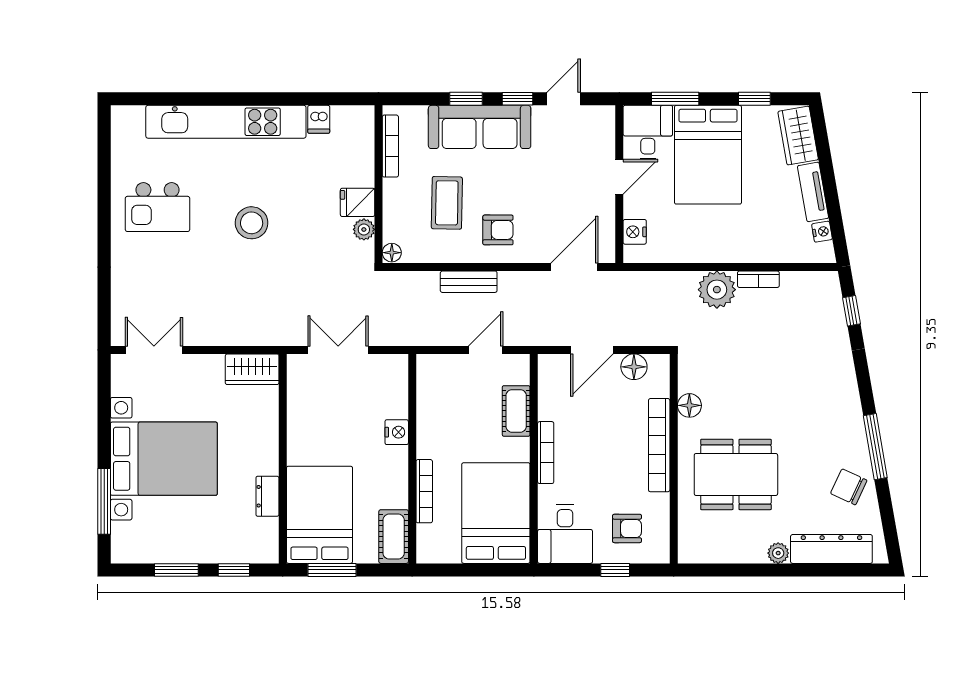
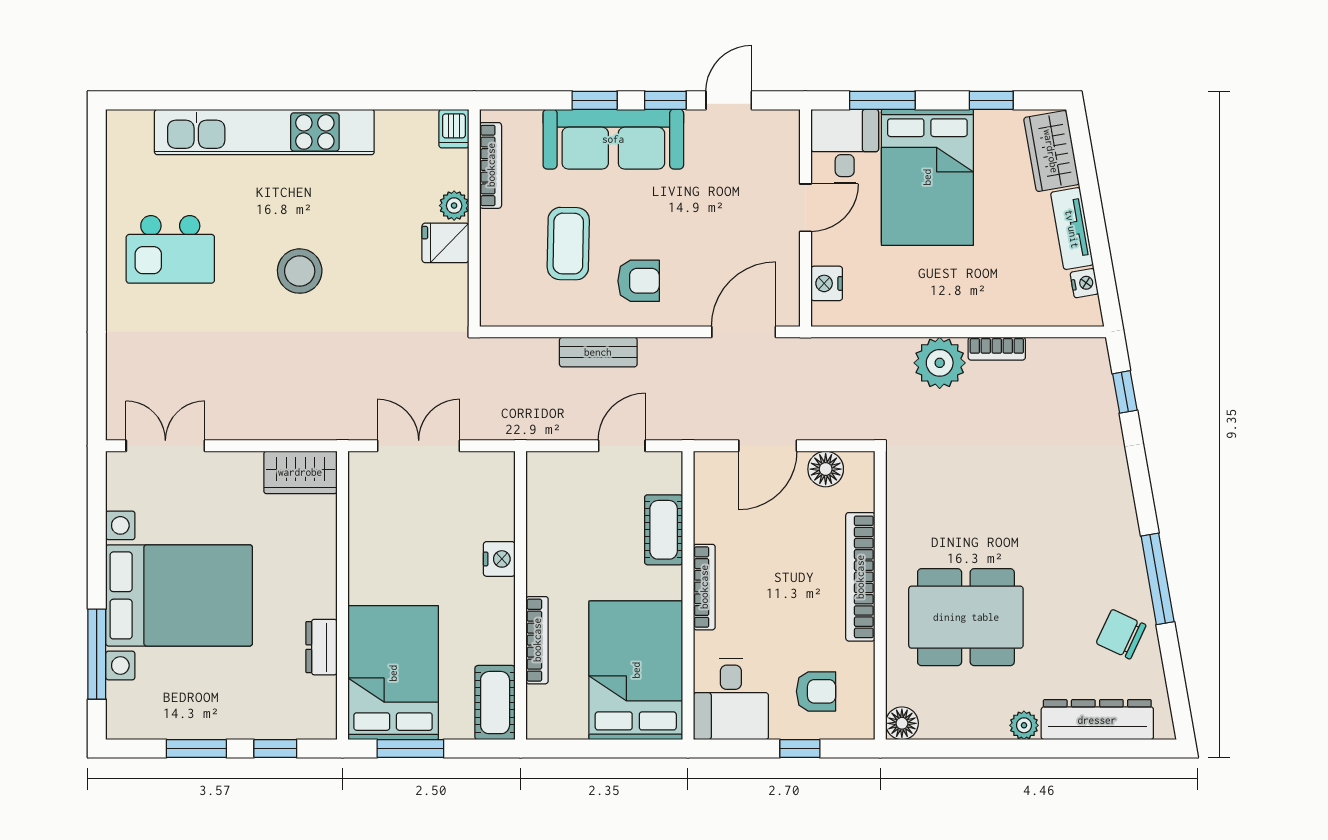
dishwasher: (319, 119) -> (454, 129), moved
plant: (364, 229) -> (454, 206), moved
floor lamp: (392, 253) -> (492, 312), removed
floor lamp: (689, 405) -> (902, 723), moved

